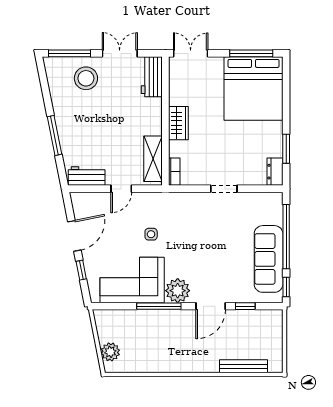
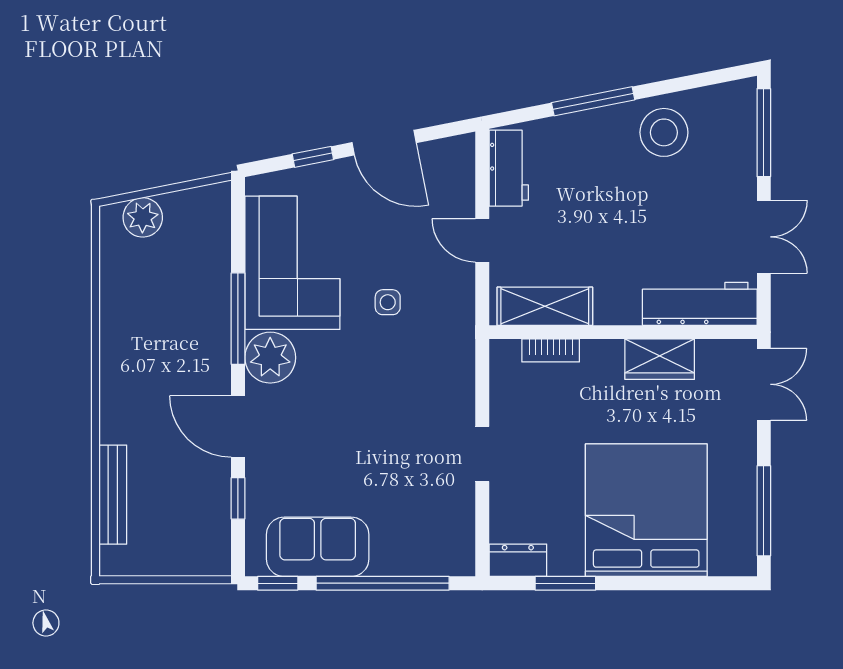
workbench: (152, 77) -> (700, 304), width x1.38
stool: (86, 78) -> (664, 132), moved
bed: (254, 89) -> (646, 510), moved, turned 90
wardrobe: (178, 123) -> (660, 359), moved
bookcase: (174, 172) -> (551, 350), moved
sofa: (269, 259) -> (318, 547), width x0.73

